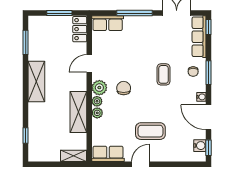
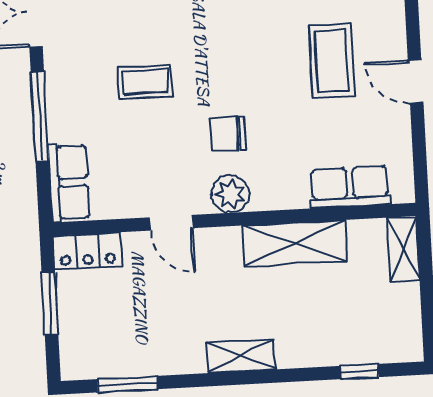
coffee table: (163, 74) -> (145, 82), moved
shelving: (36, 81) -> (241, 356), width x0.67, depth x0.75
plant: (97, 101) -> (265, 198), removed
plant: (97, 113) -> (294, 196), removed
row of seats: (108, 154) -> (350, 187), moved, turned 90

